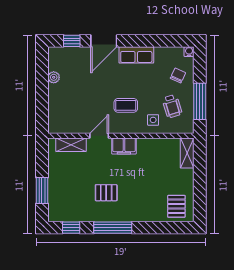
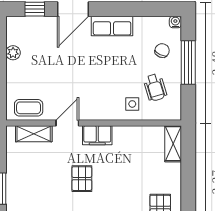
window: (200, 101) -> (188, 63), moved
coffee table: (126, 105) -> (29, 108), moved
pallet: (106, 193) -> (82, 179), moved, turned 90

